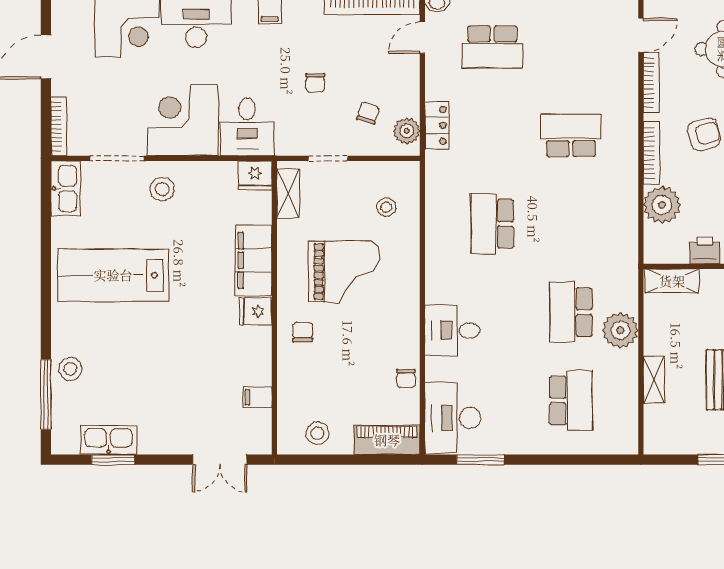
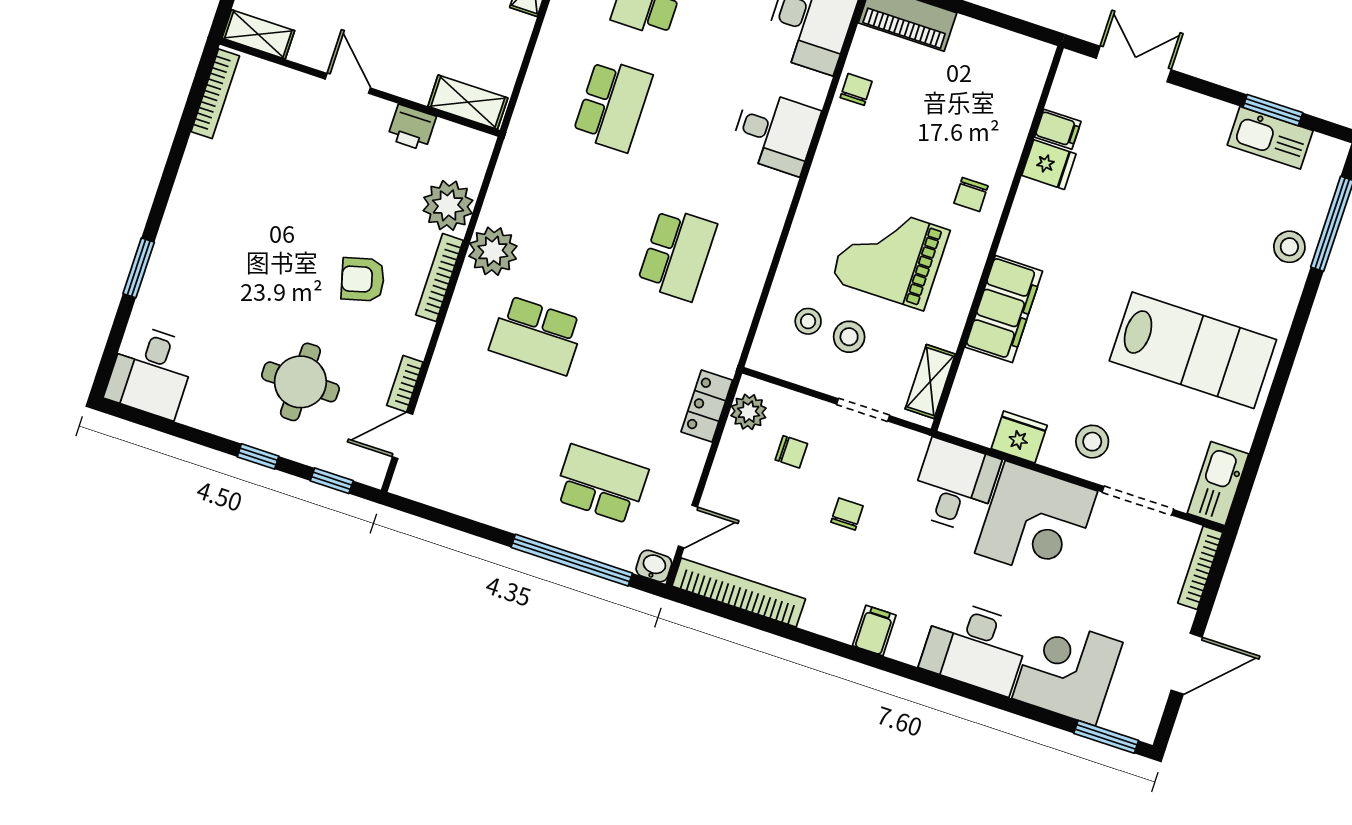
bookcase: (651, 82) -> (405, 384), width x0.64
chair: (368, 113) -> (791, 452), turned -108
fridge: (255, 175) -> (1019, 437), moved
fridge: (255, 311) -> (1049, 165), moved
plant: (620, 330) -> (493, 251), moved
stool: (317, 433) -> (849, 337), moved

